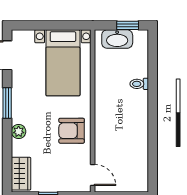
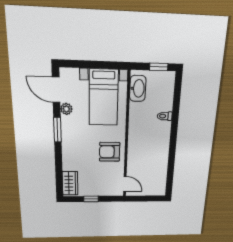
washbasin: (117, 39) -> (138, 88), moved, turned -90
plant: (19, 132) -> (66, 109), moved

